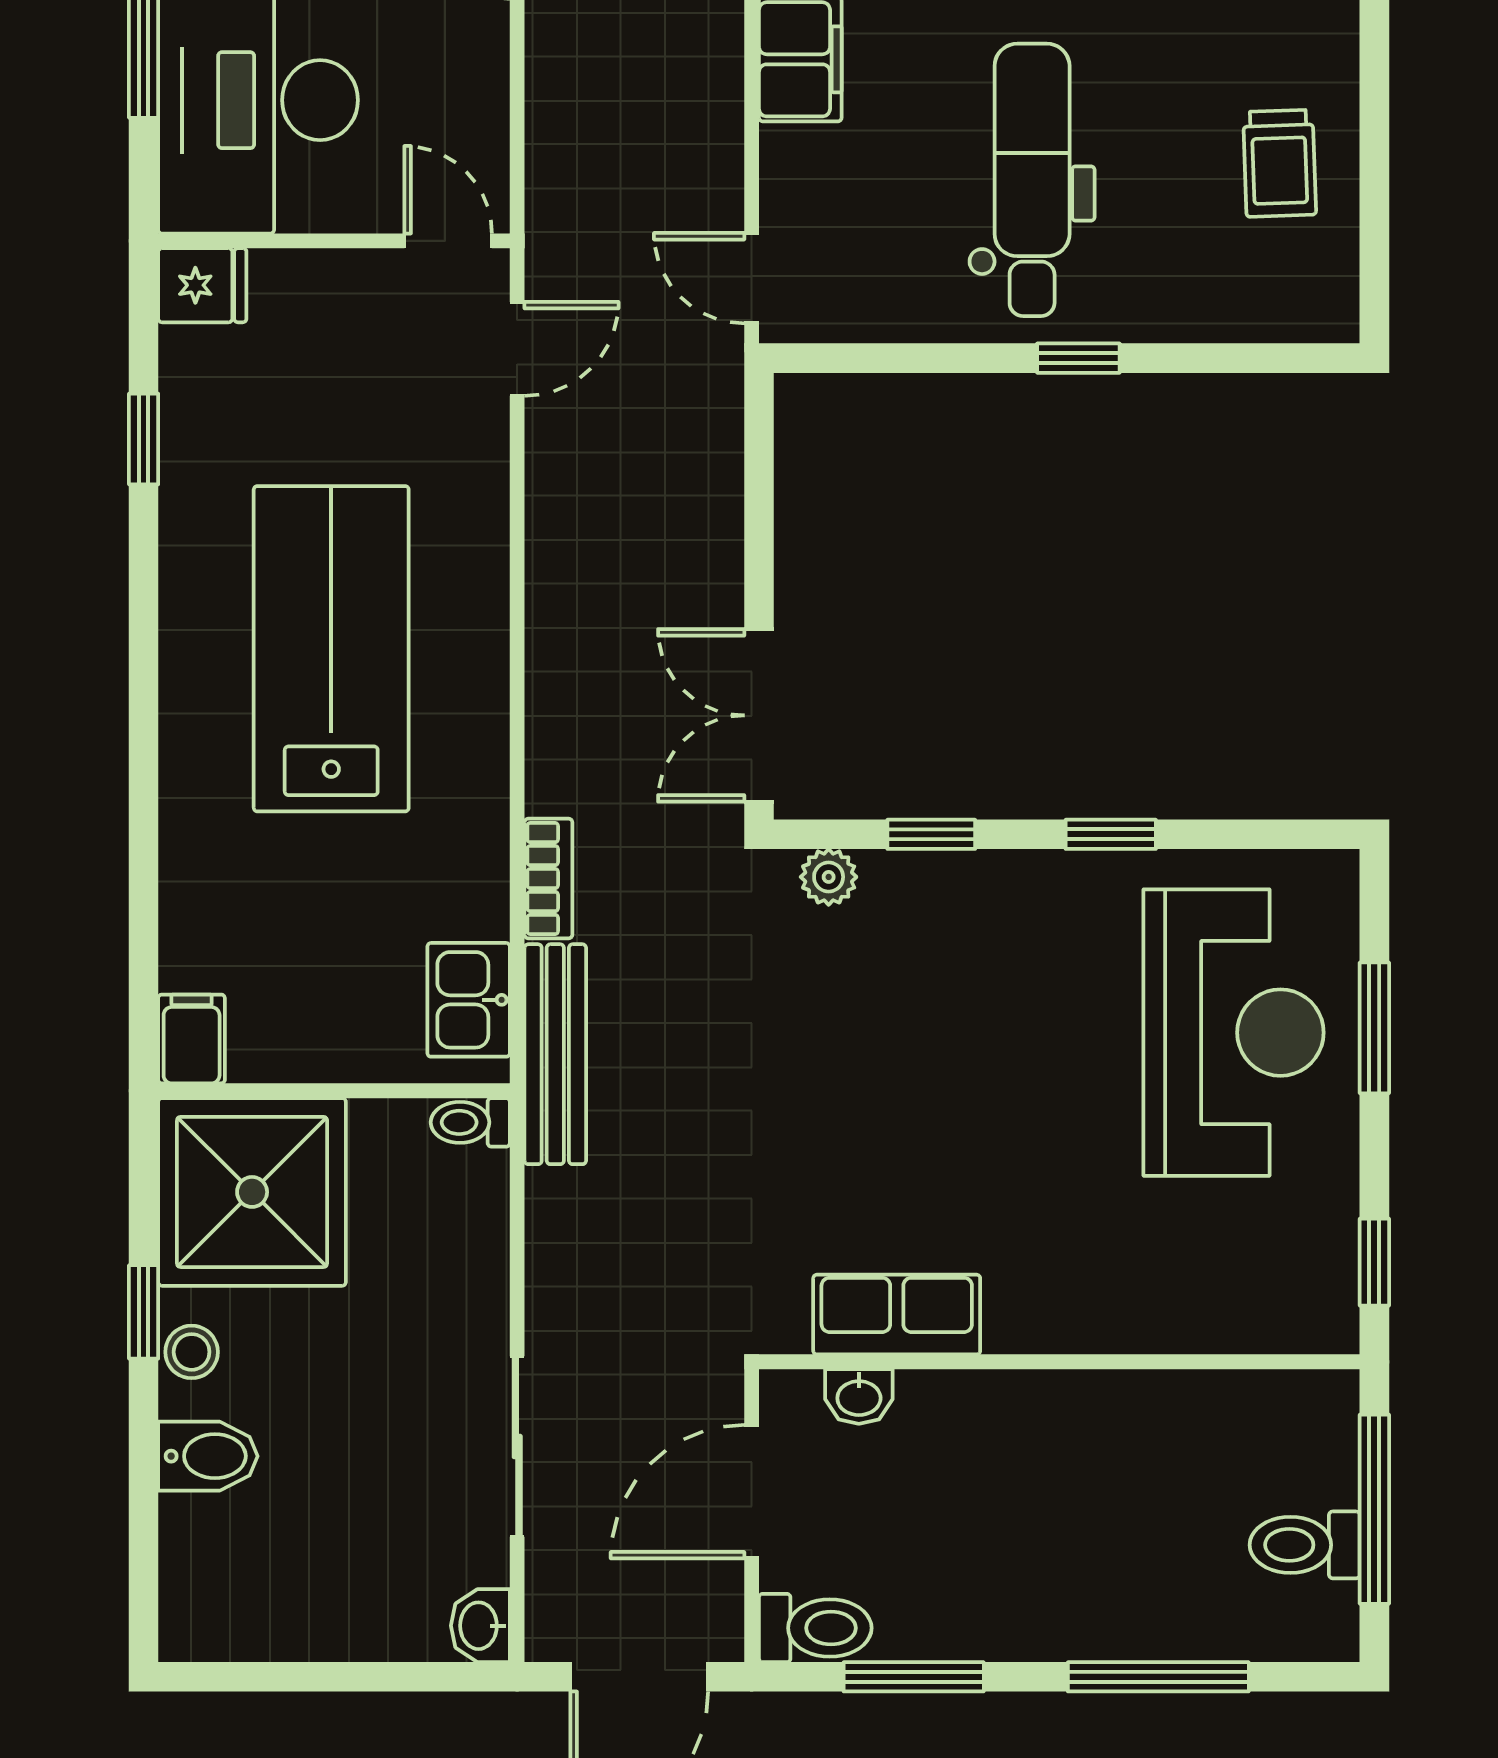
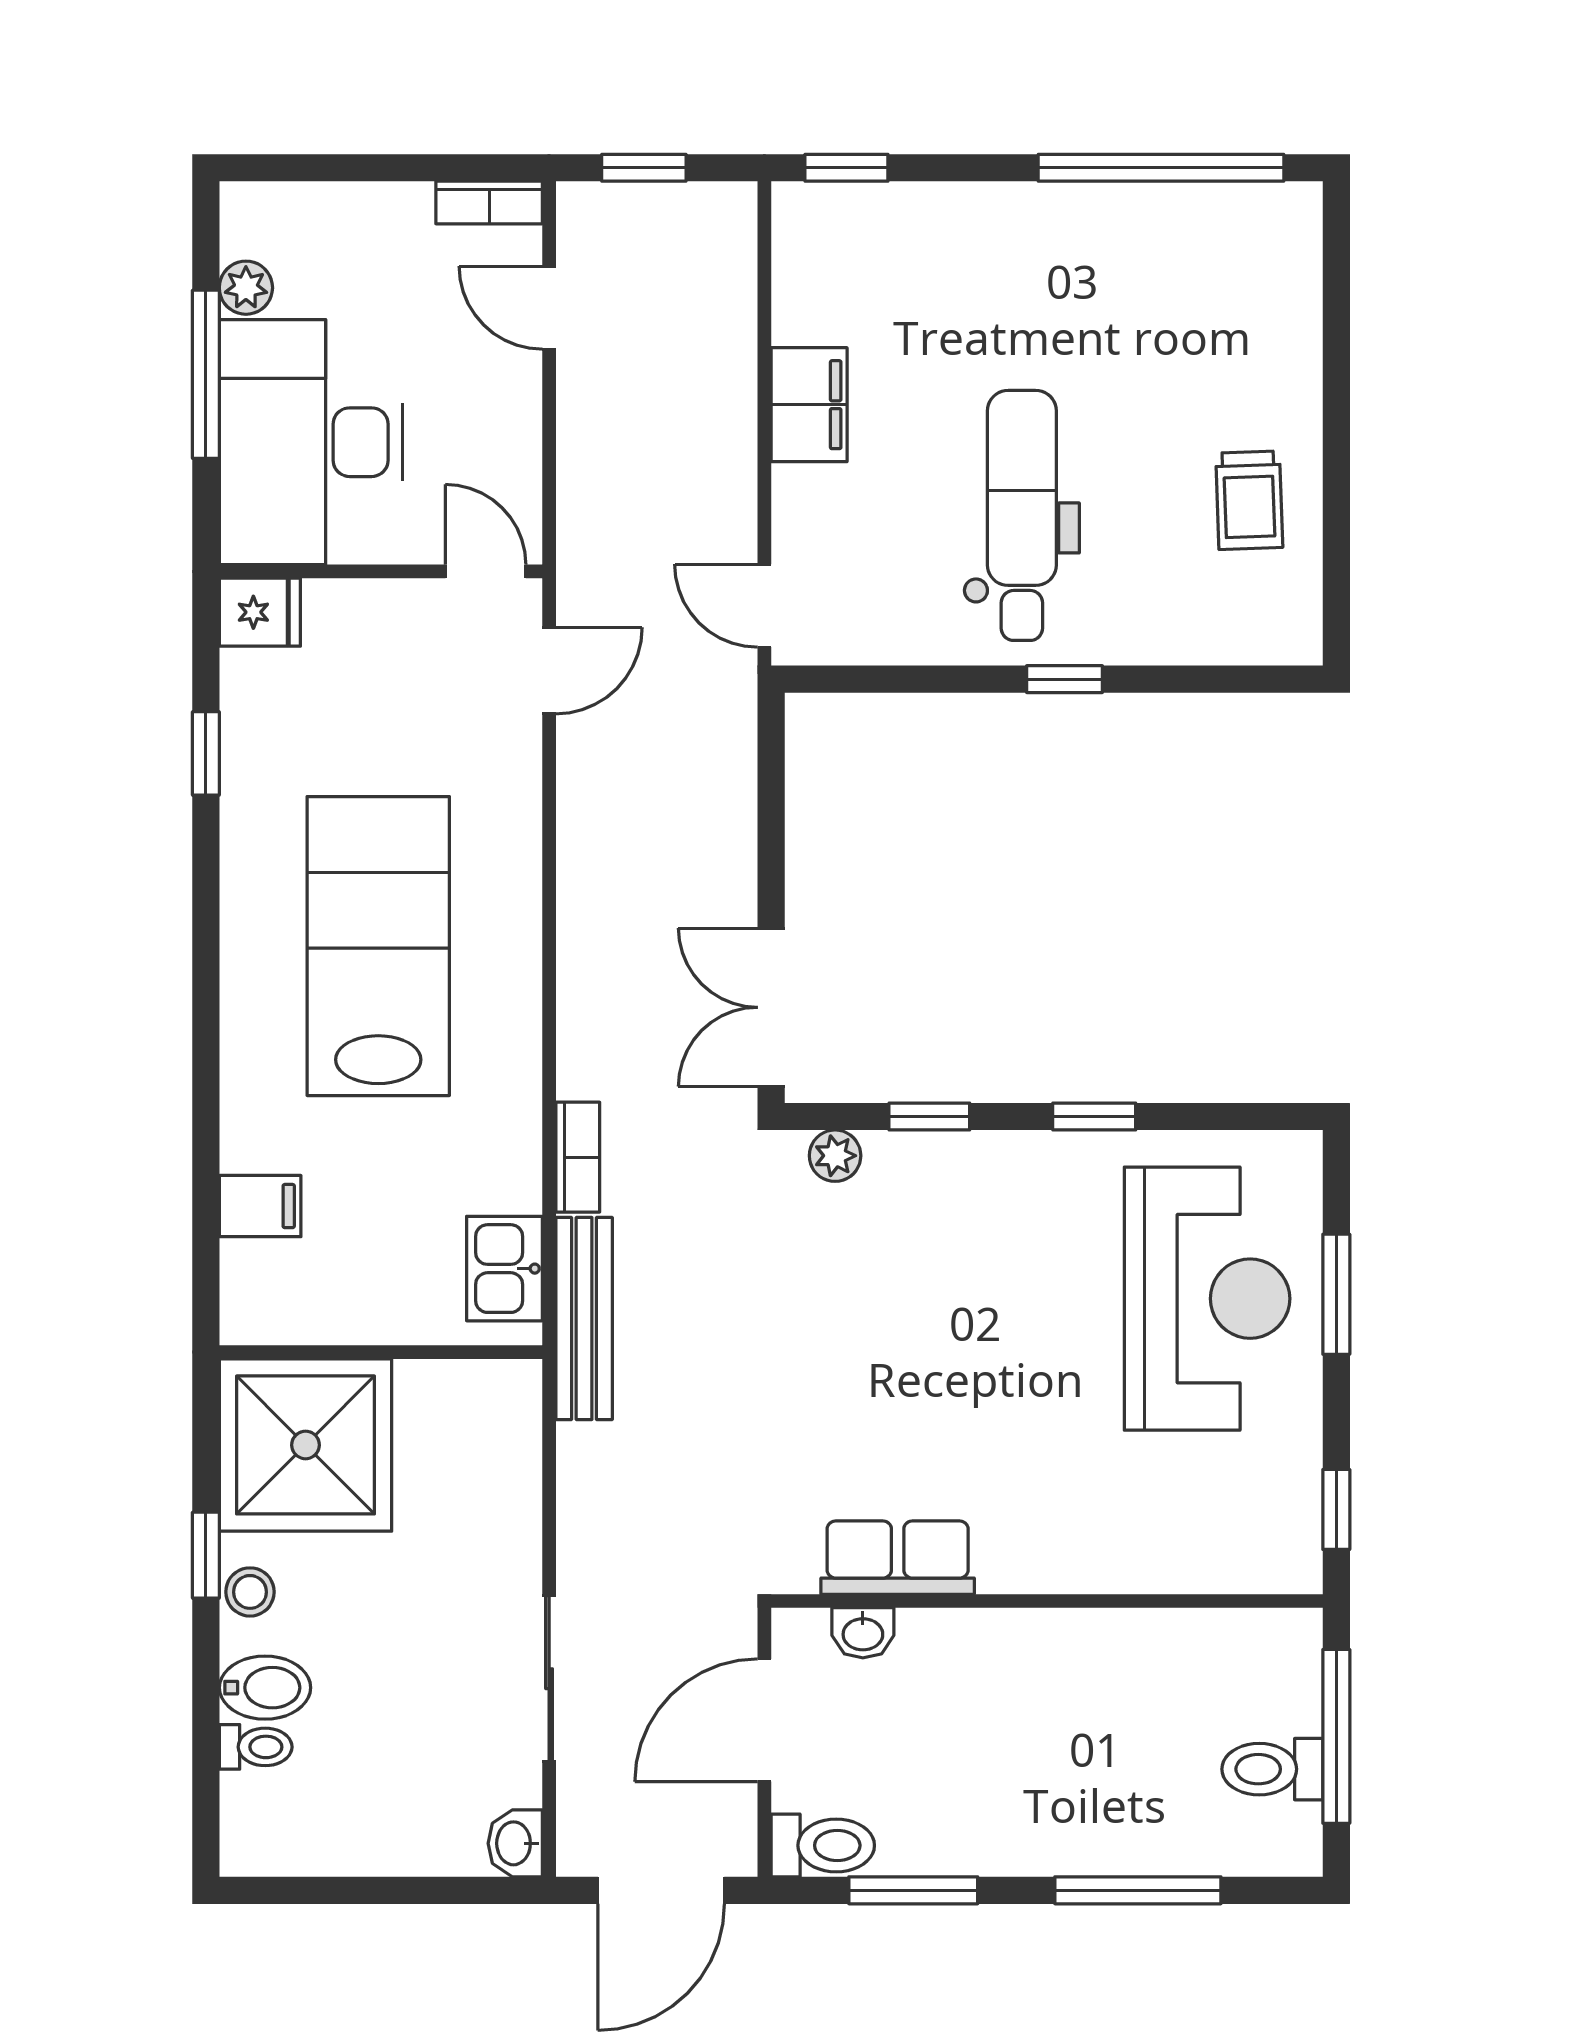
filing cabinet: (192, 1039) -> (260, 1206), moved, turned 90
toilet: (470, 1122) -> (256, 1747), moved, turned 180

